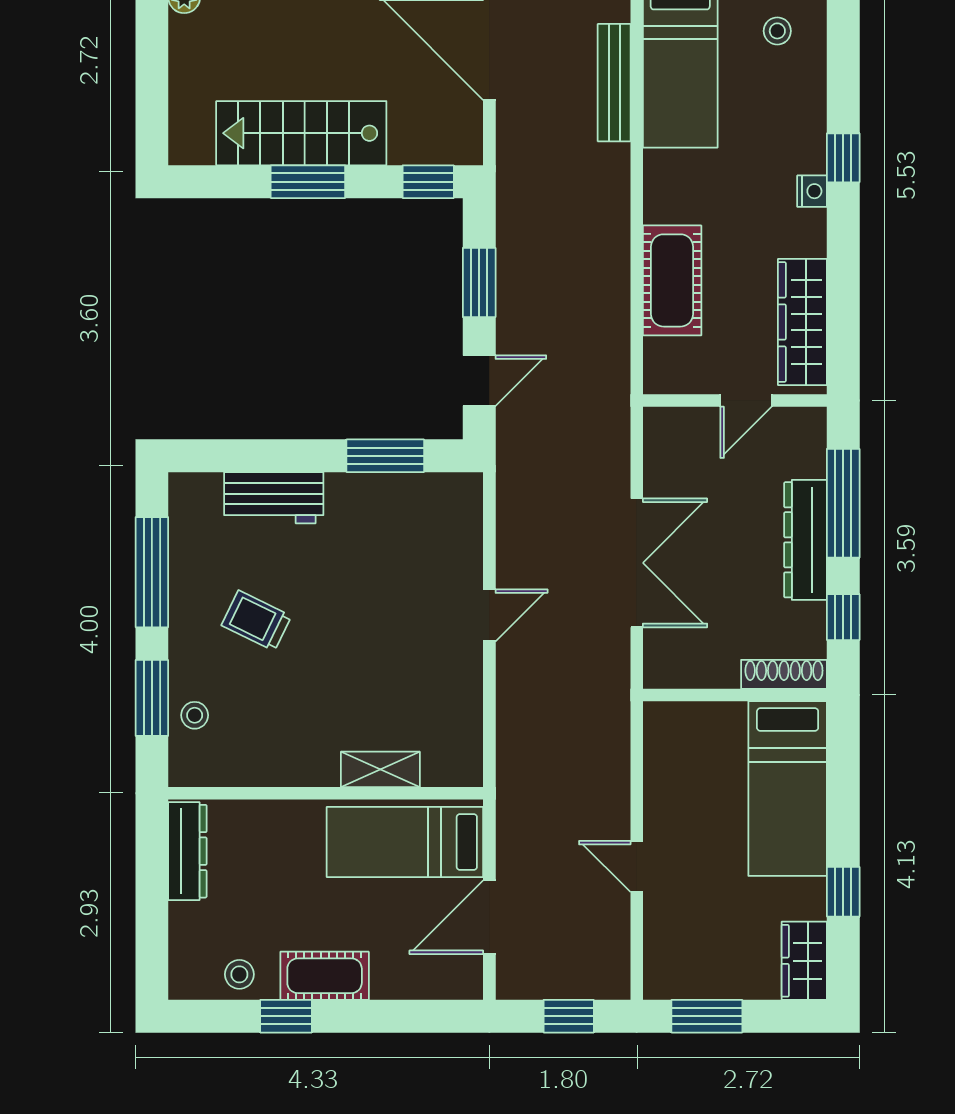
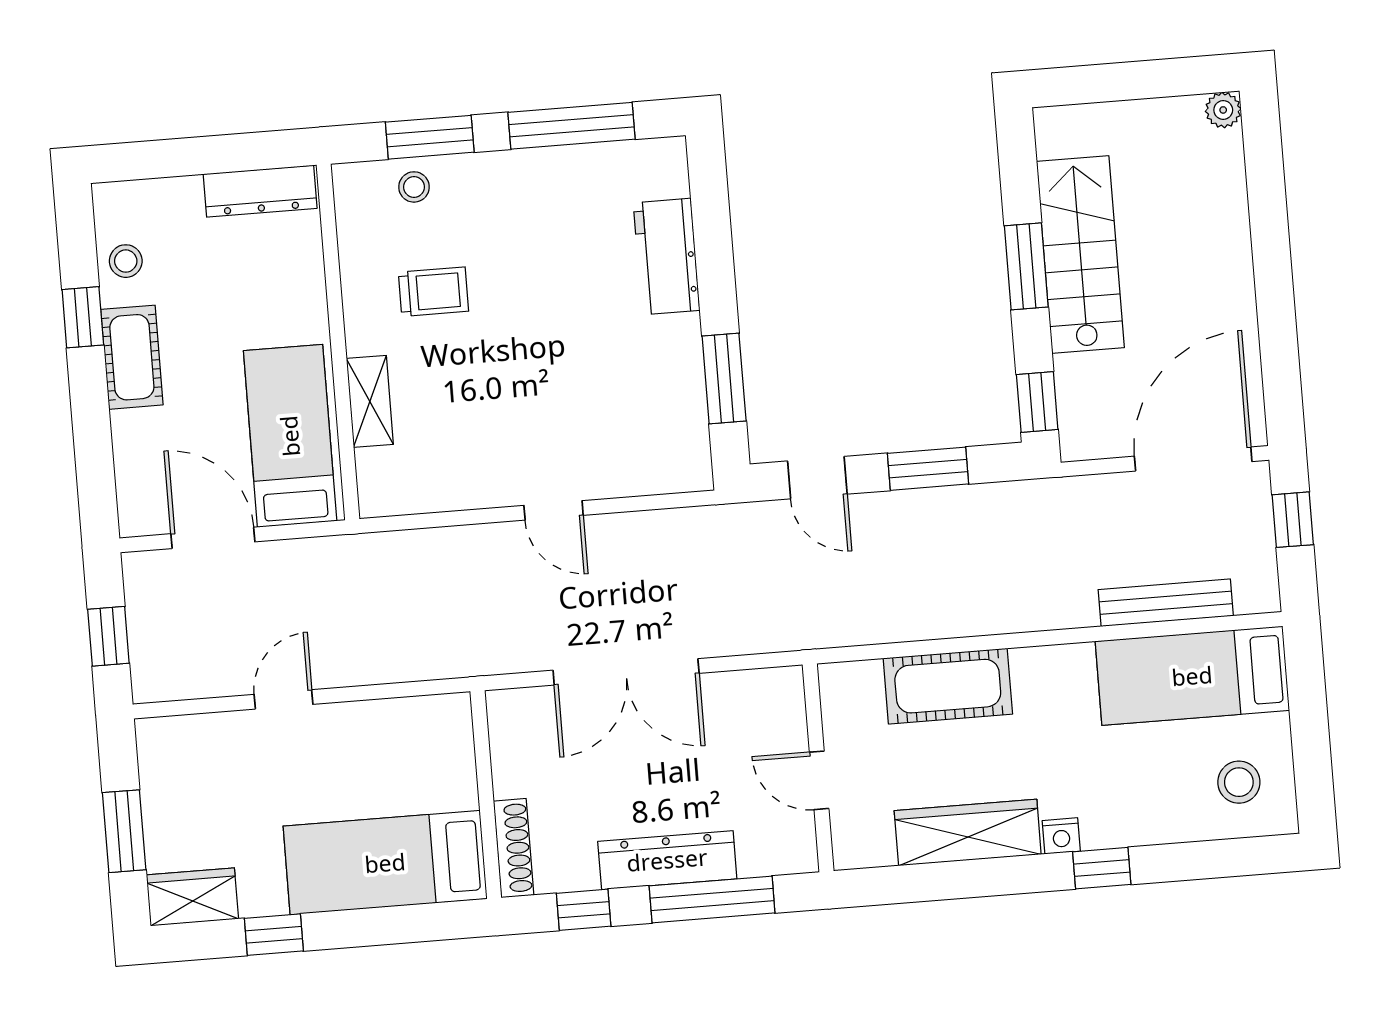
stool: (777, 31) -> (1239, 782), width x1.37, depth x1.37
wardrobe: (802, 322) -> (968, 833), moved
trolley: (256, 621) -> (434, 292), moved, turned 64
window: (707, 1016) -> (124, 831), moved

